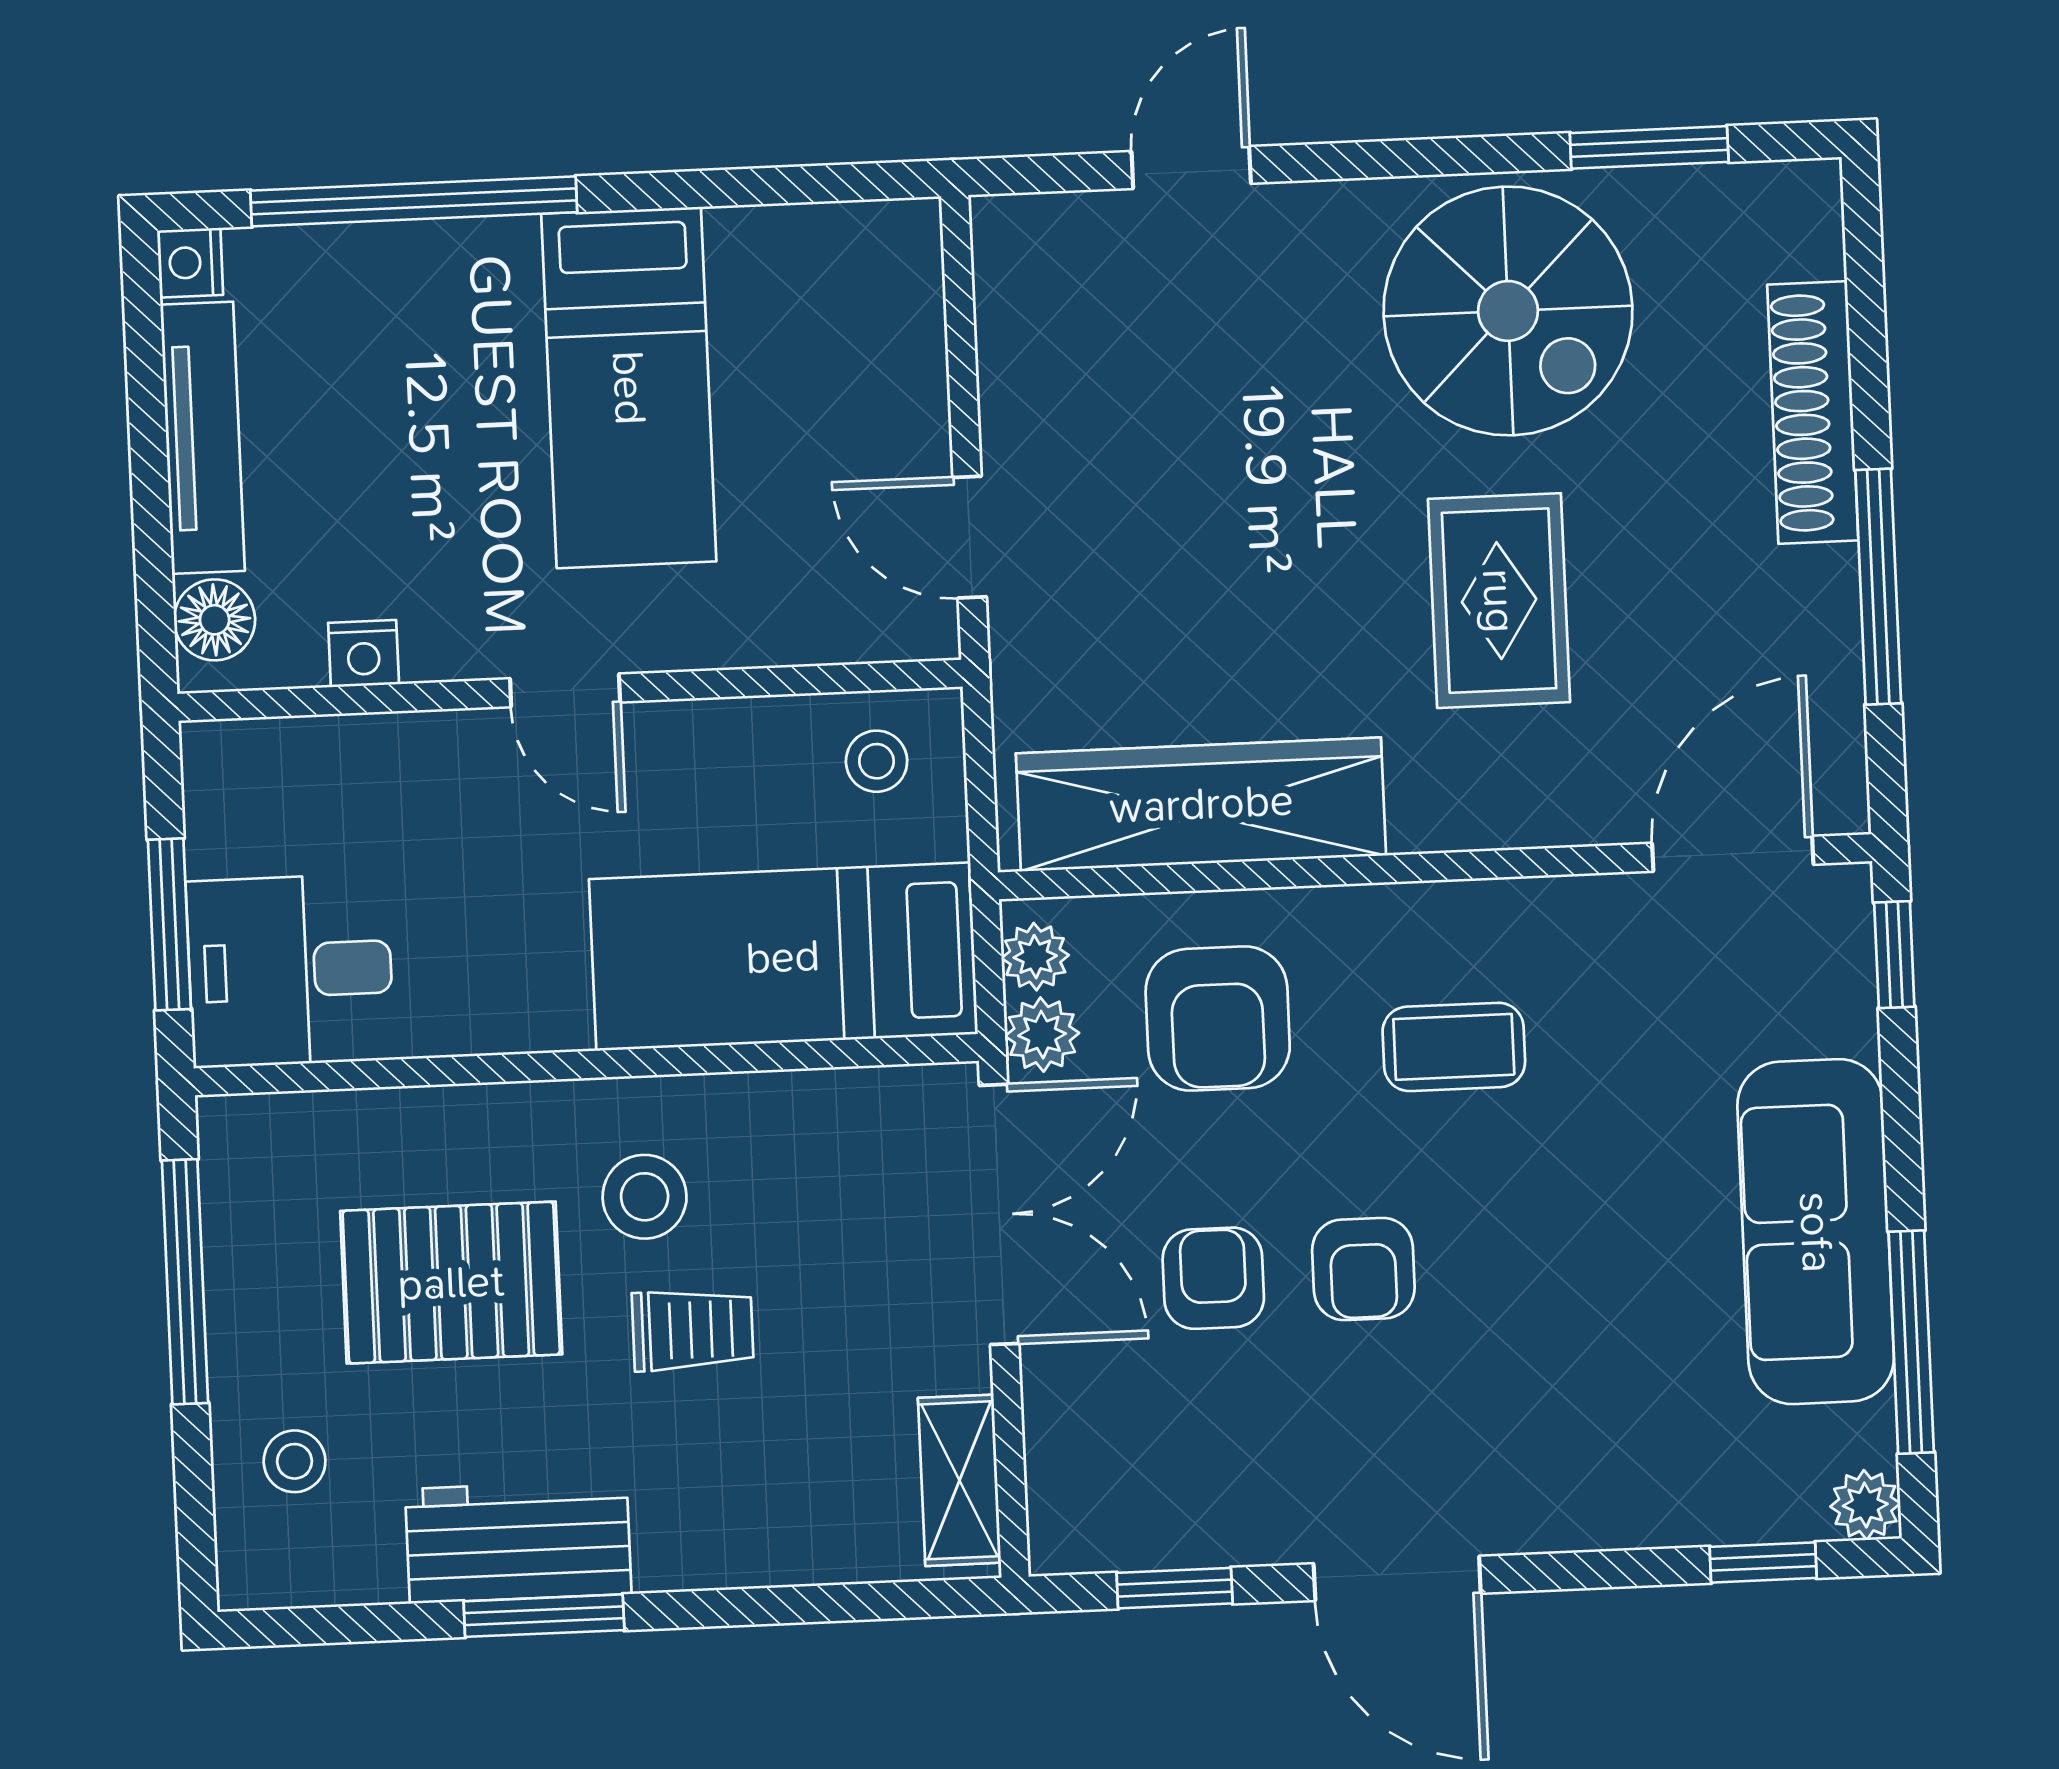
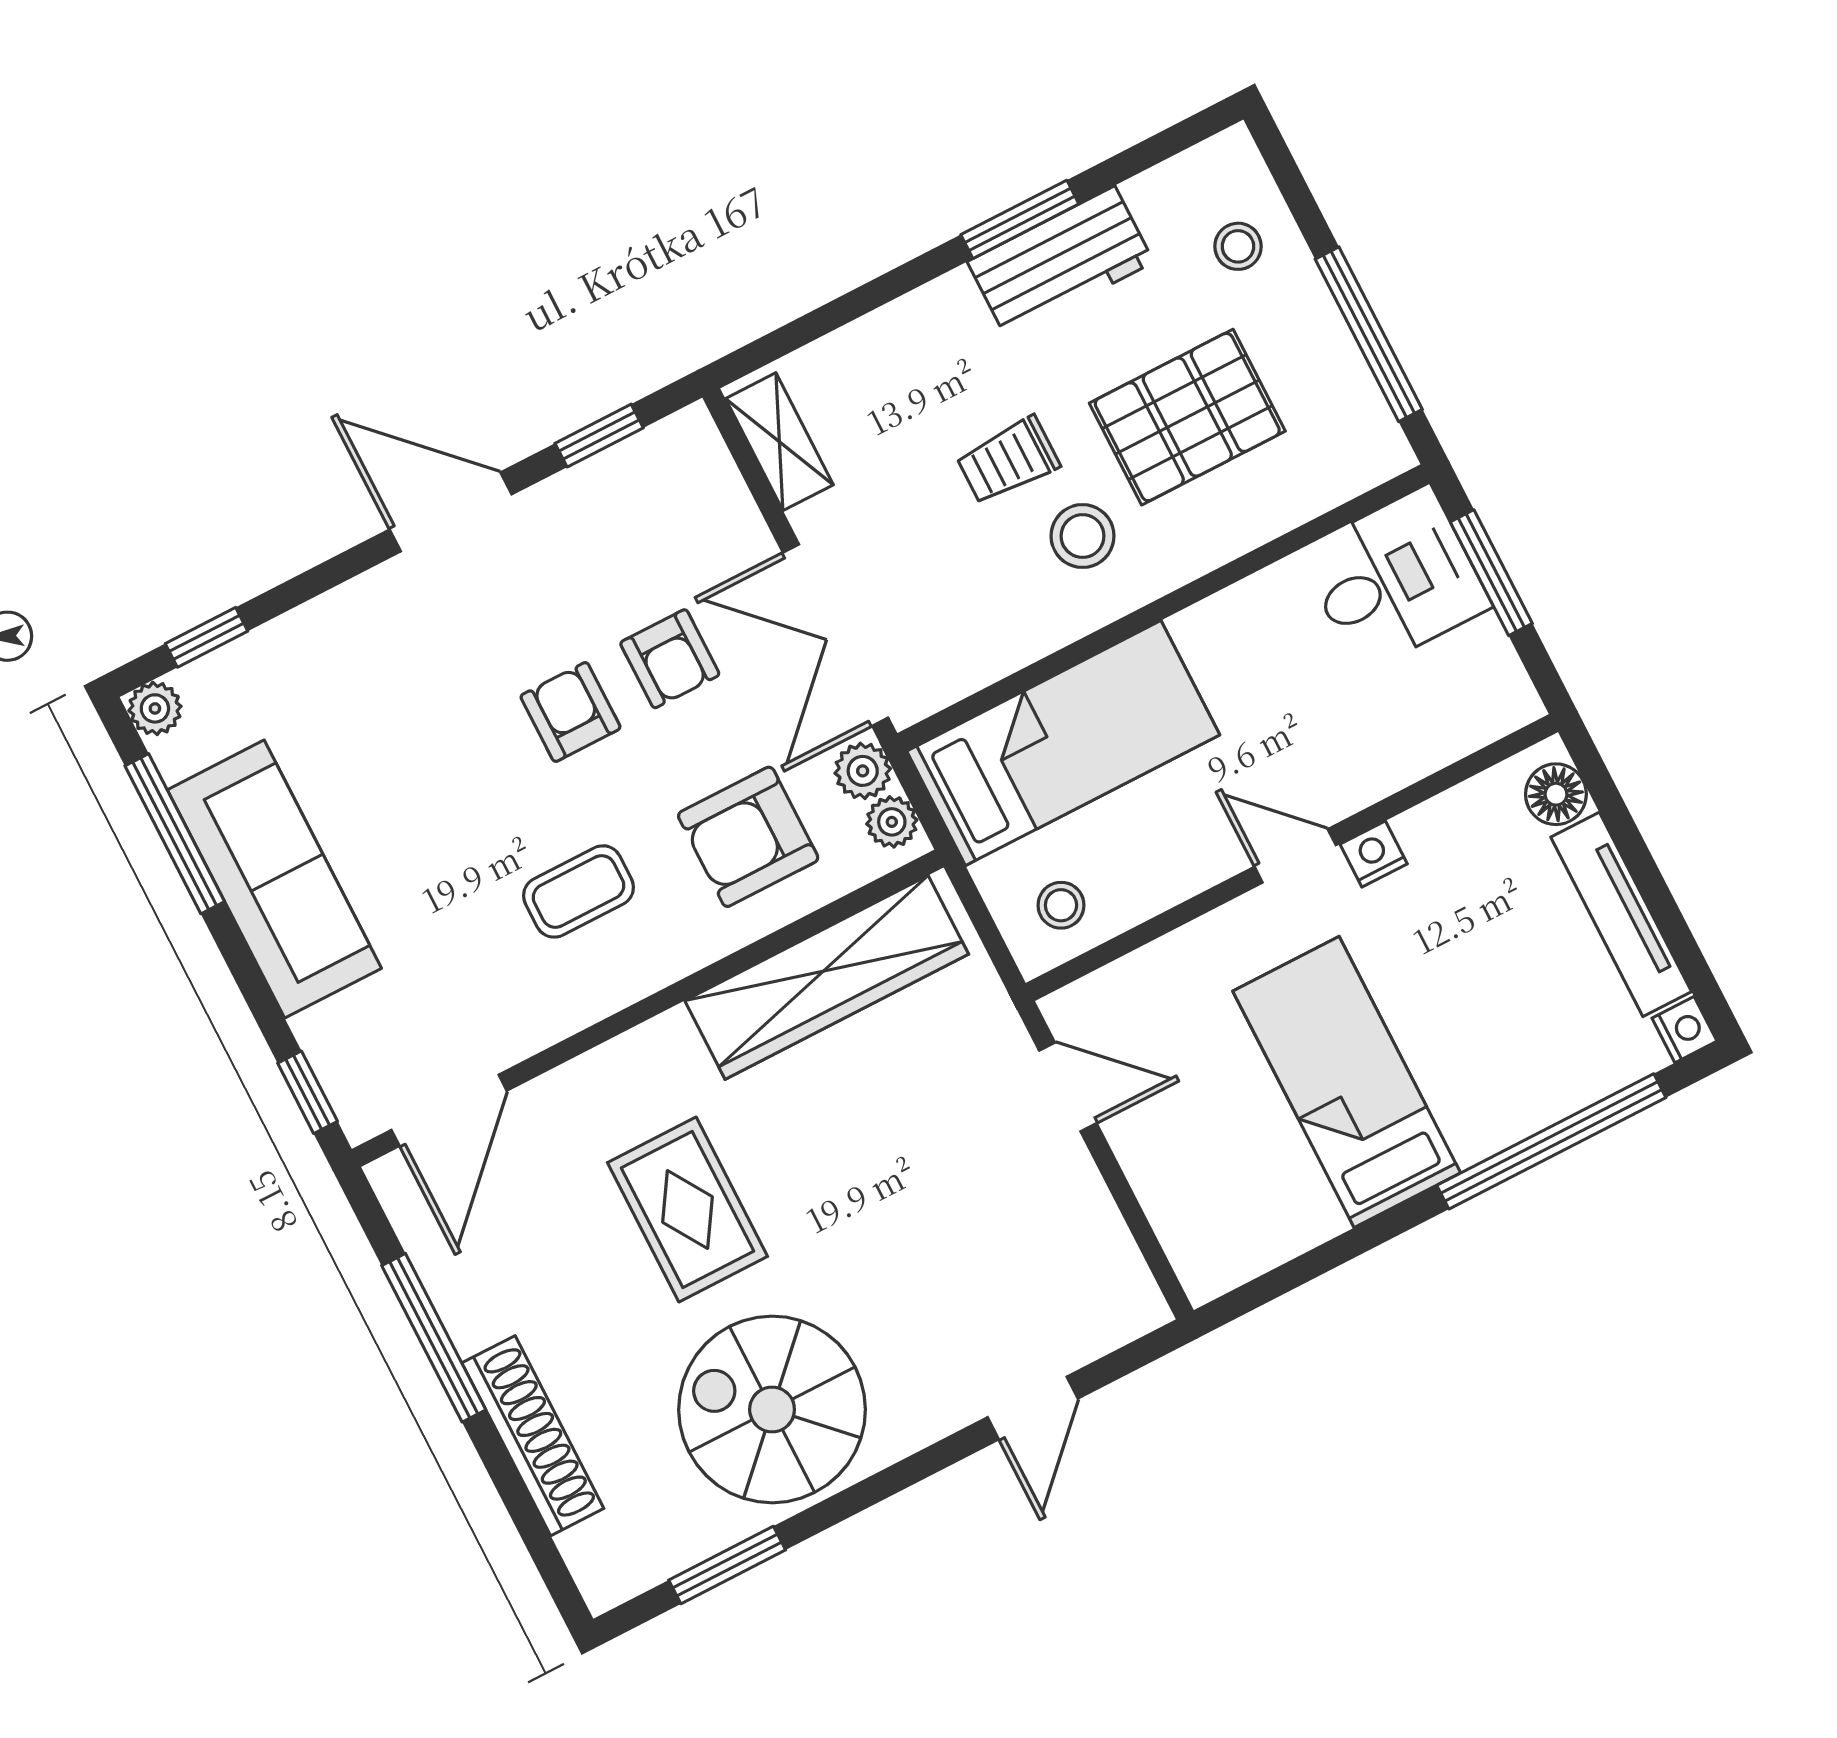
nightstand: (364, 654) -> (1374, 854), moved
armchair: (1218, 1019) -> (748, 837), turned -90

